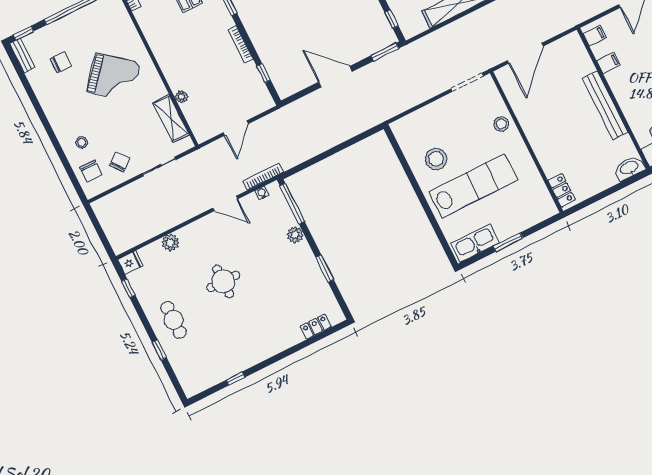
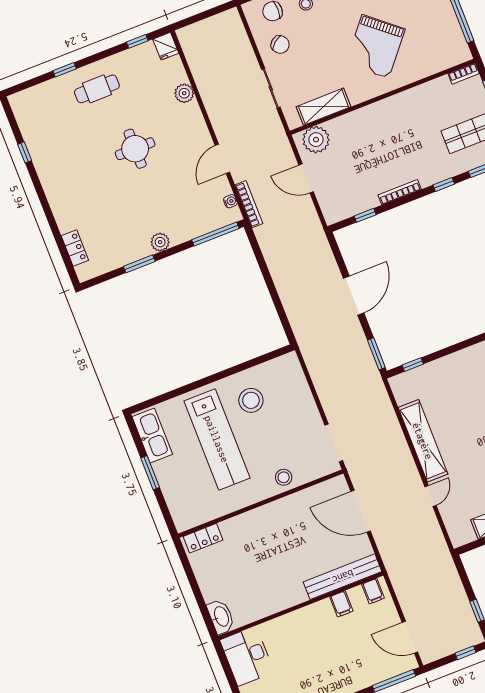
plant: (182, 97) -> (316, 140), moved, width x1.87, depth x1.87
bench: (605, 105) -> (343, 577), moved
plant: (295, 235) -> (160, 242), moved

